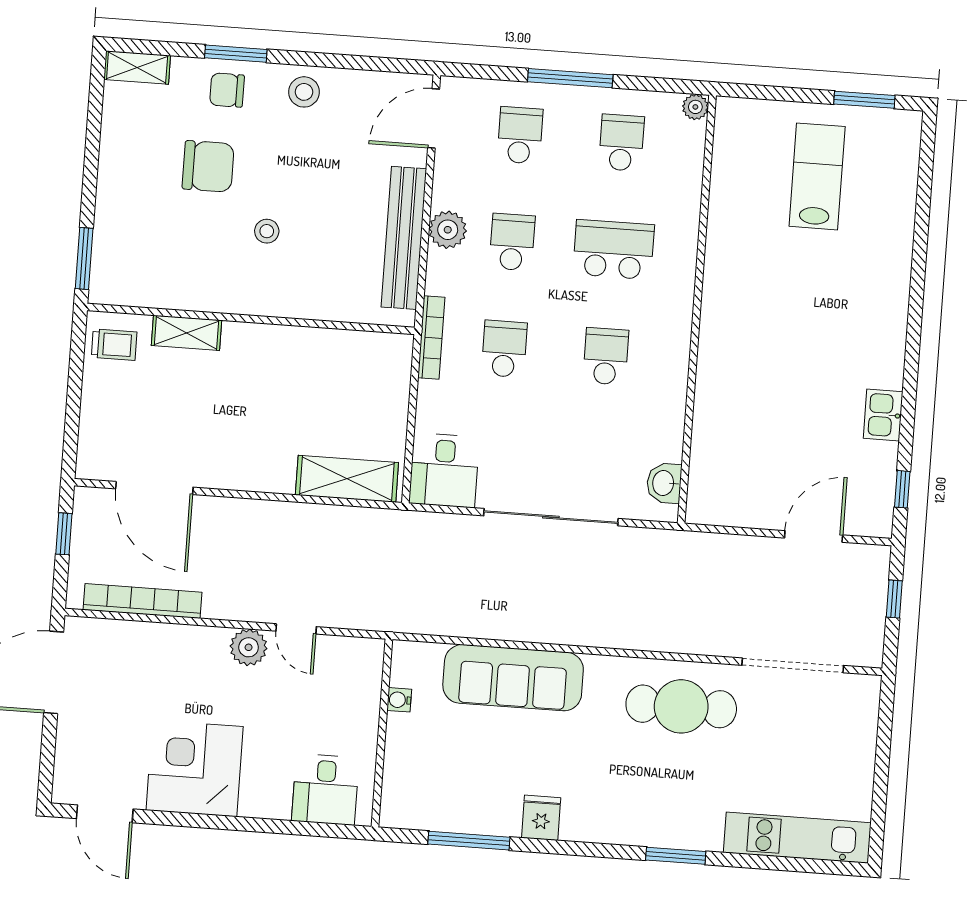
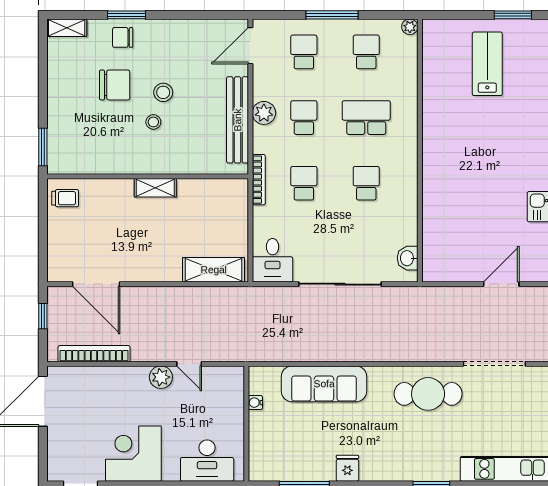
stool: (304, 92) -> (163, 92), moved
shelving: (187, 333) -> (155, 188), moved
desk: (325, 789) -> (207, 461), width x1.37

